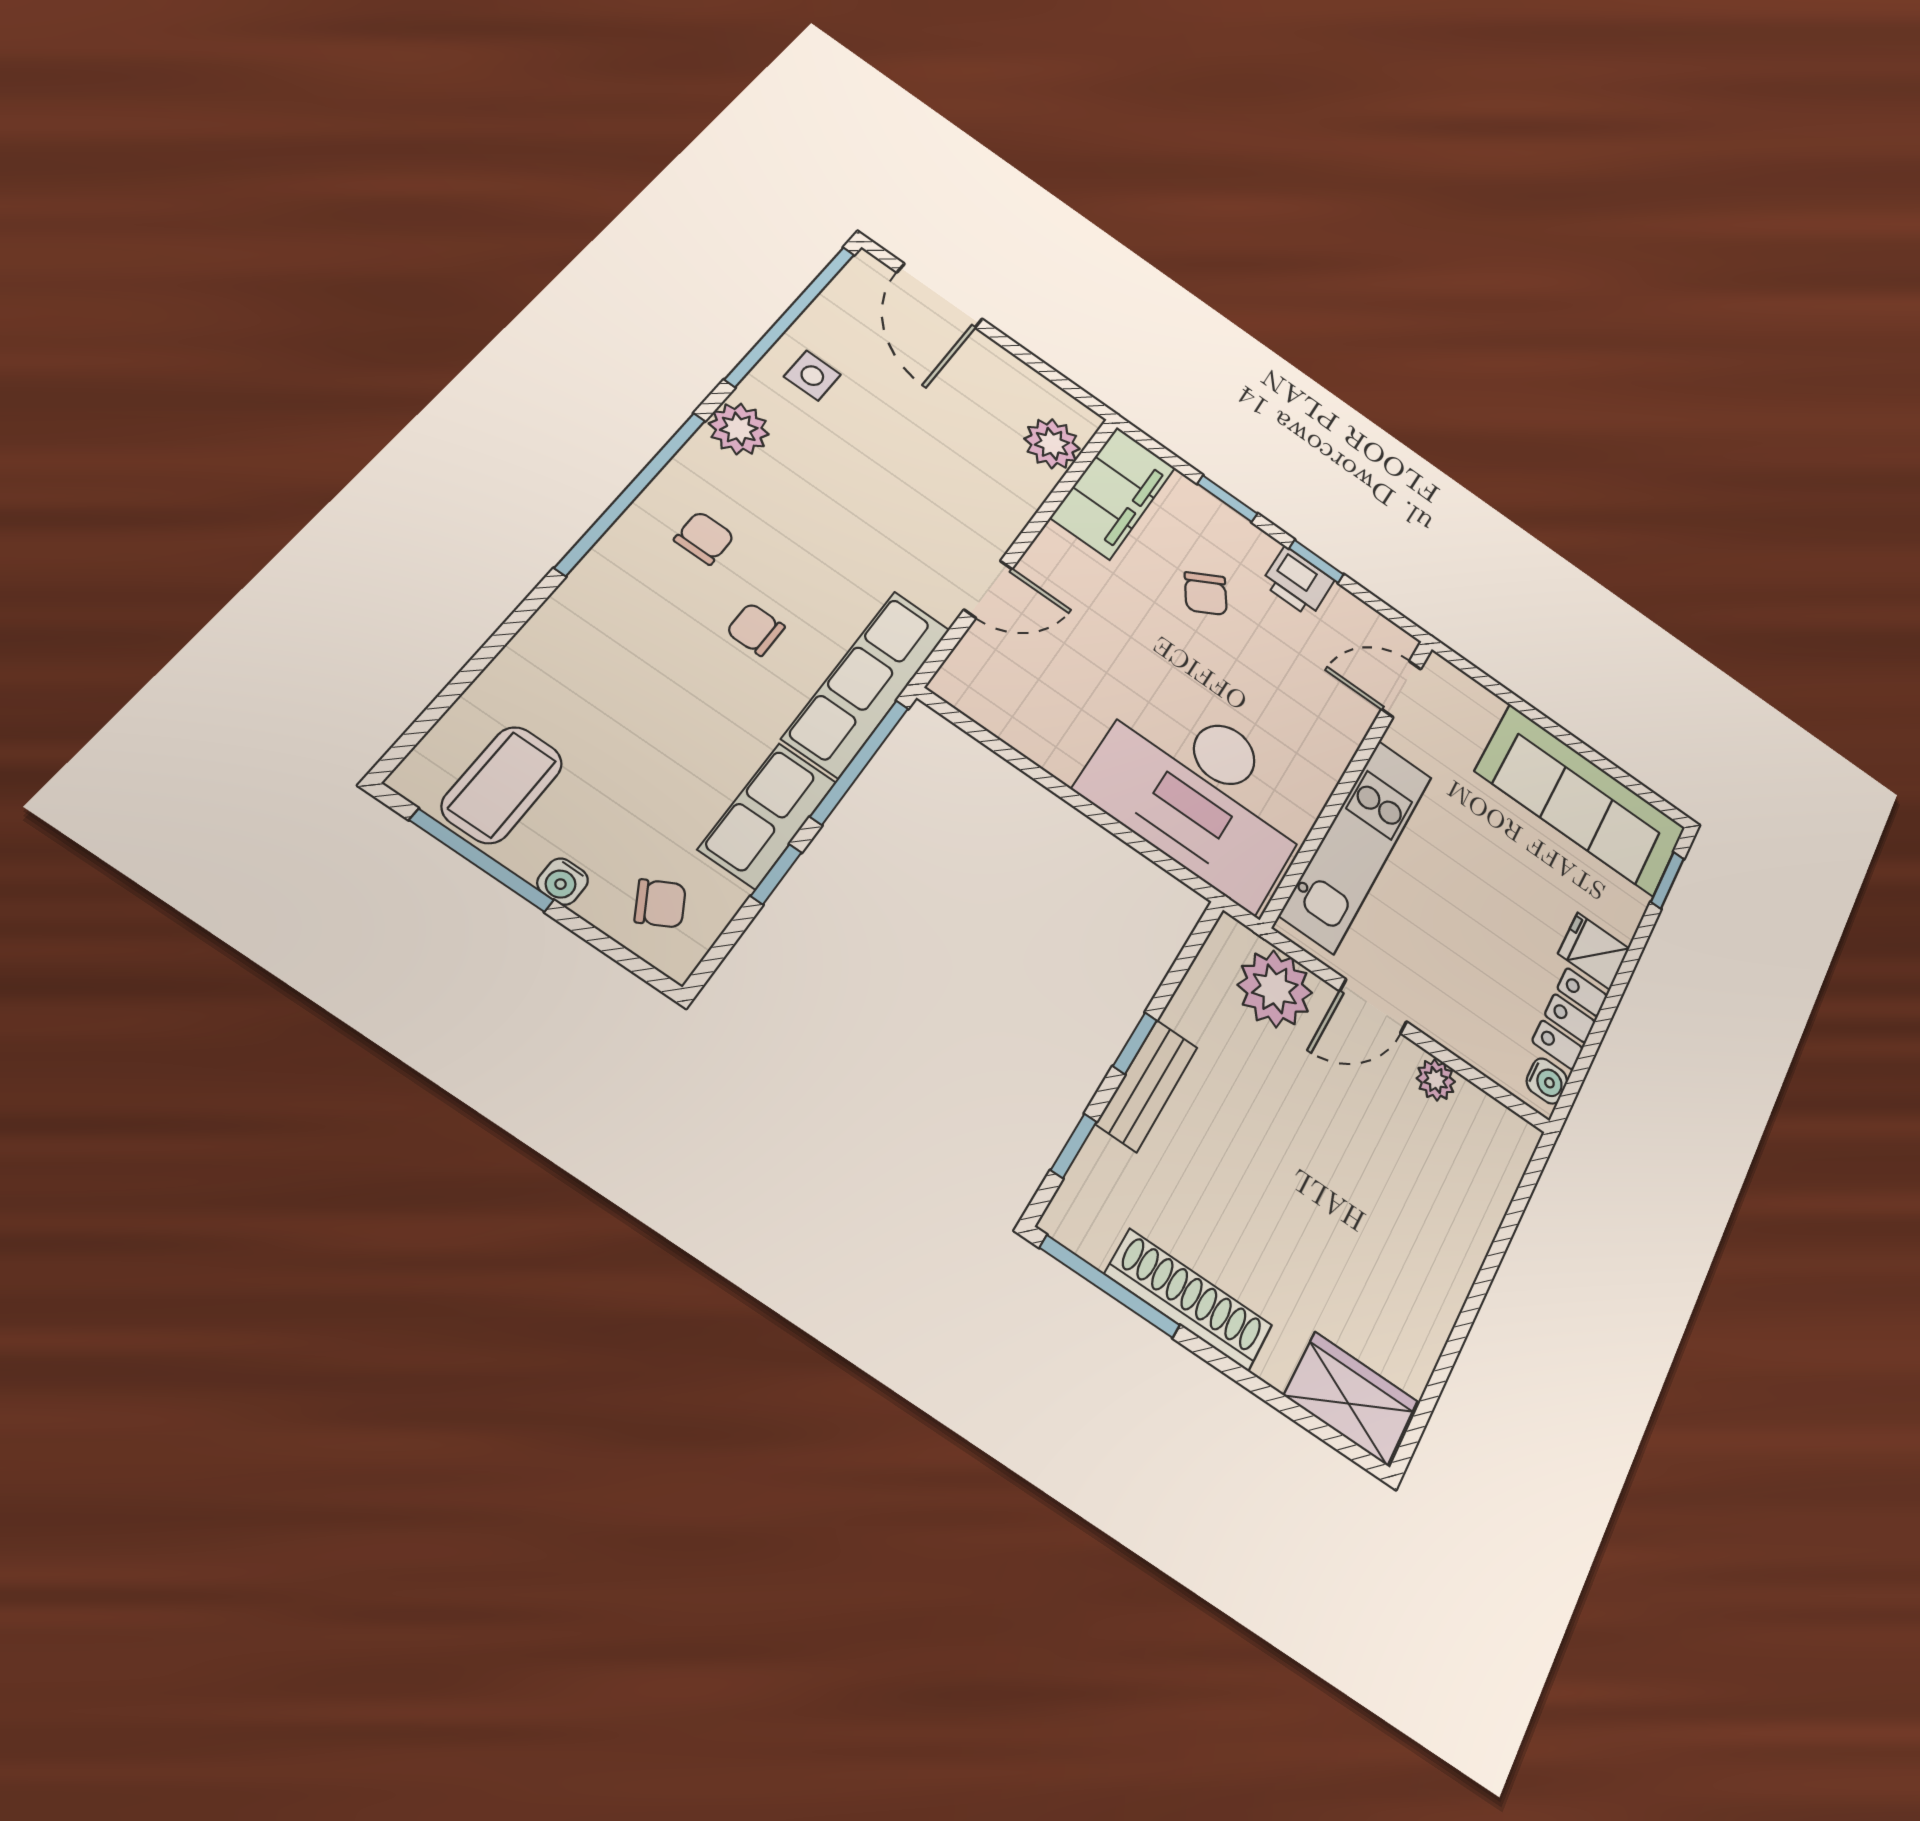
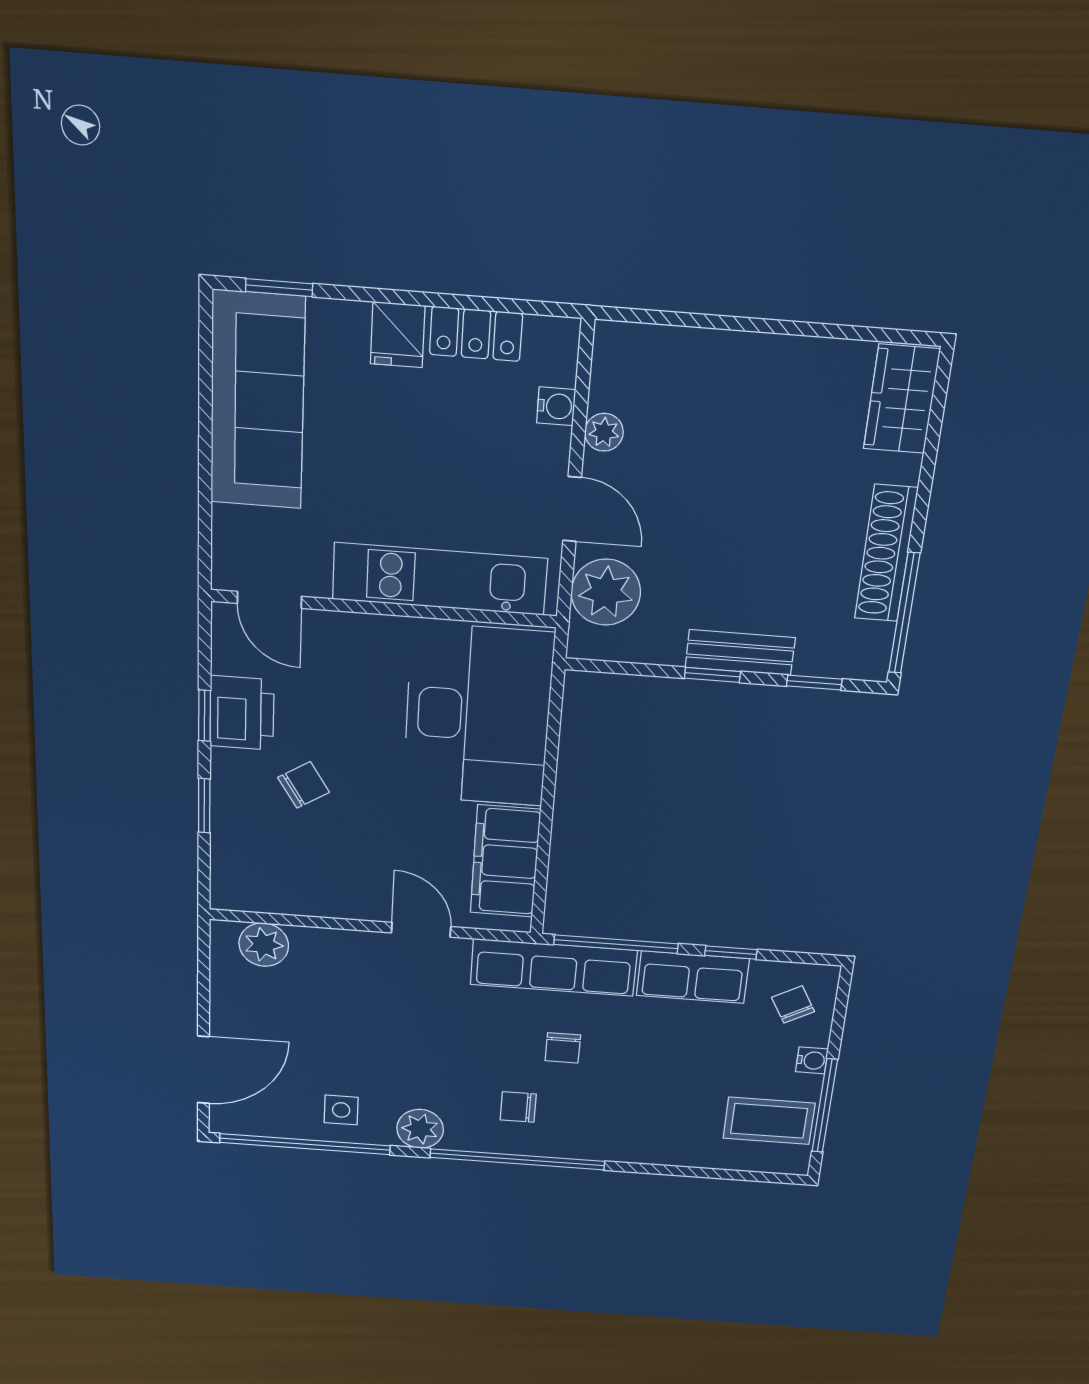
filing cabinet: (1113, 492) -> (505, 861), moved, turned -90
printer: (1298, 582) -> (242, 713), width x1.36, depth x1.24
water cooler: (1547, 1081) -> (556, 406), moved, turned 90

